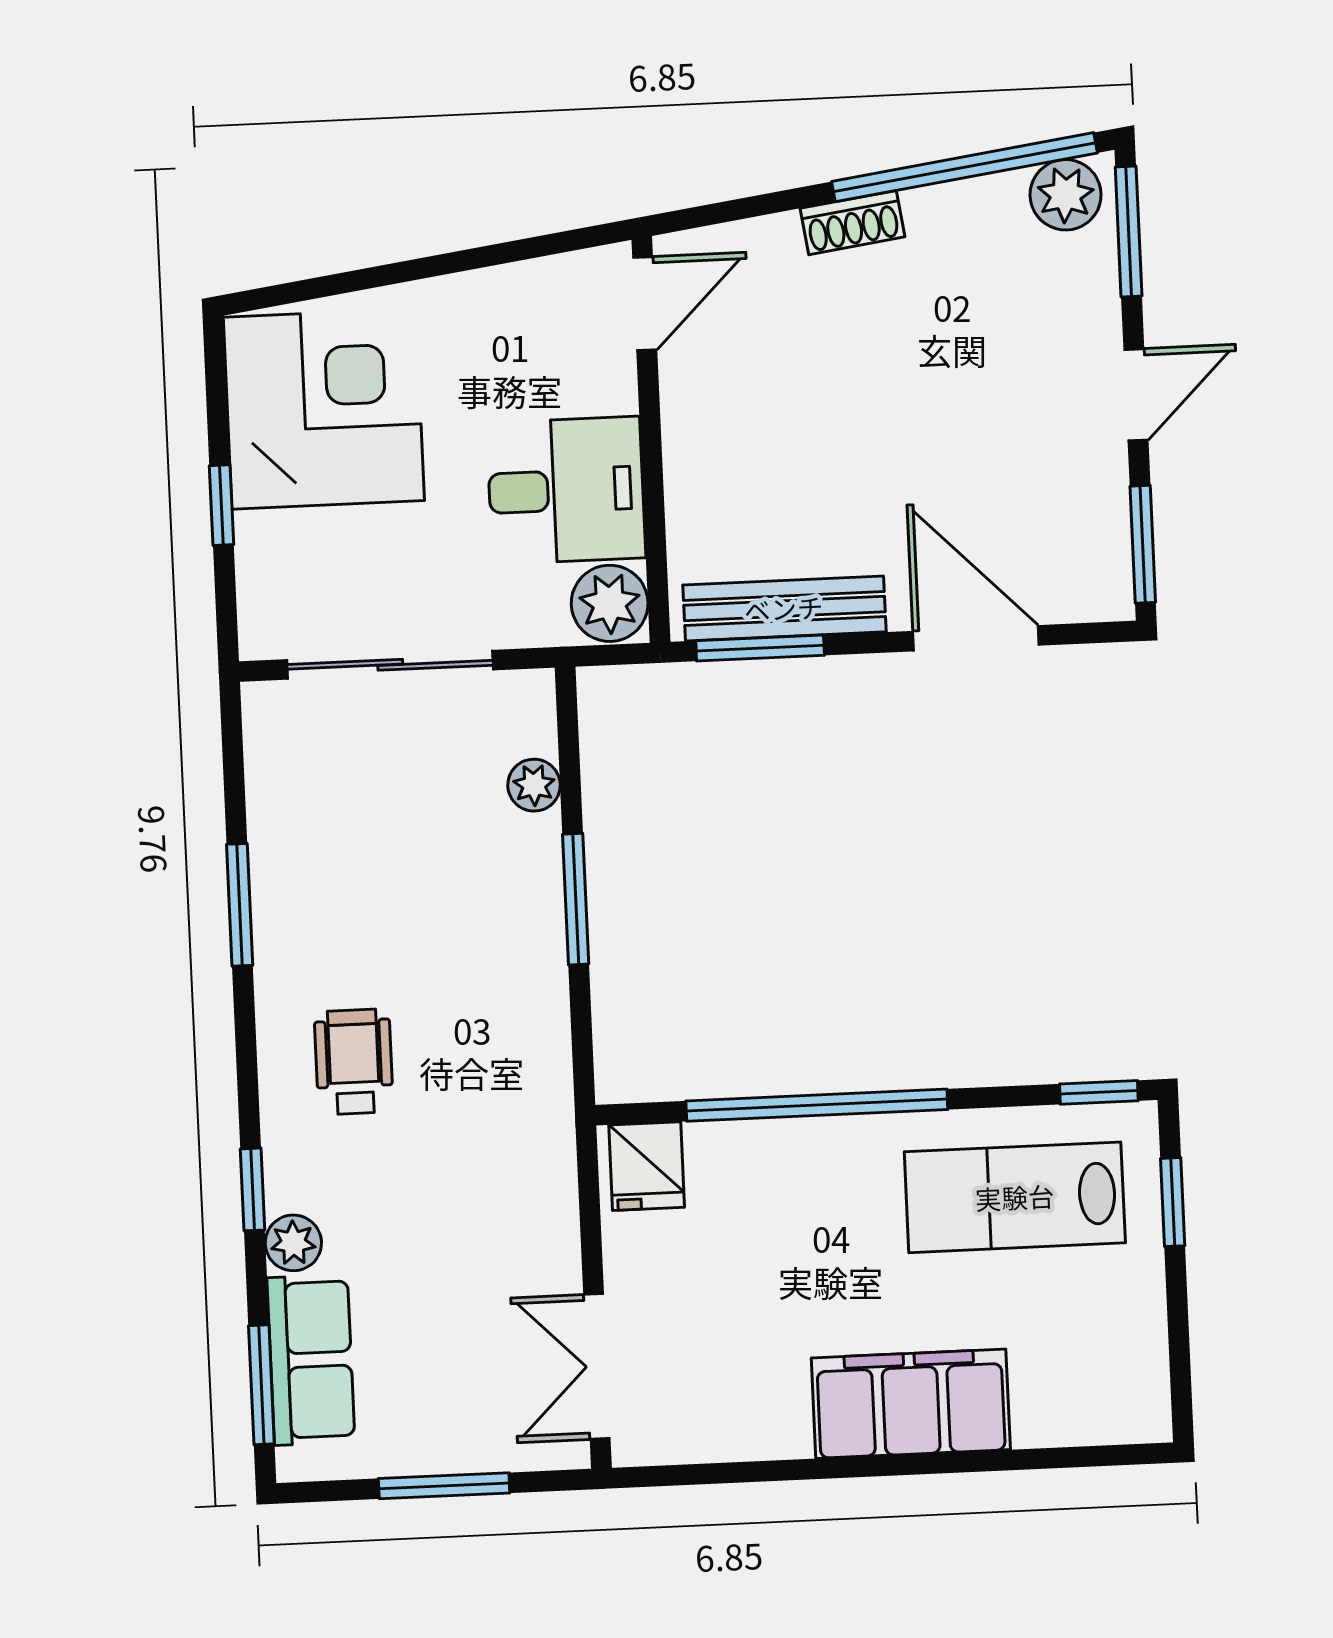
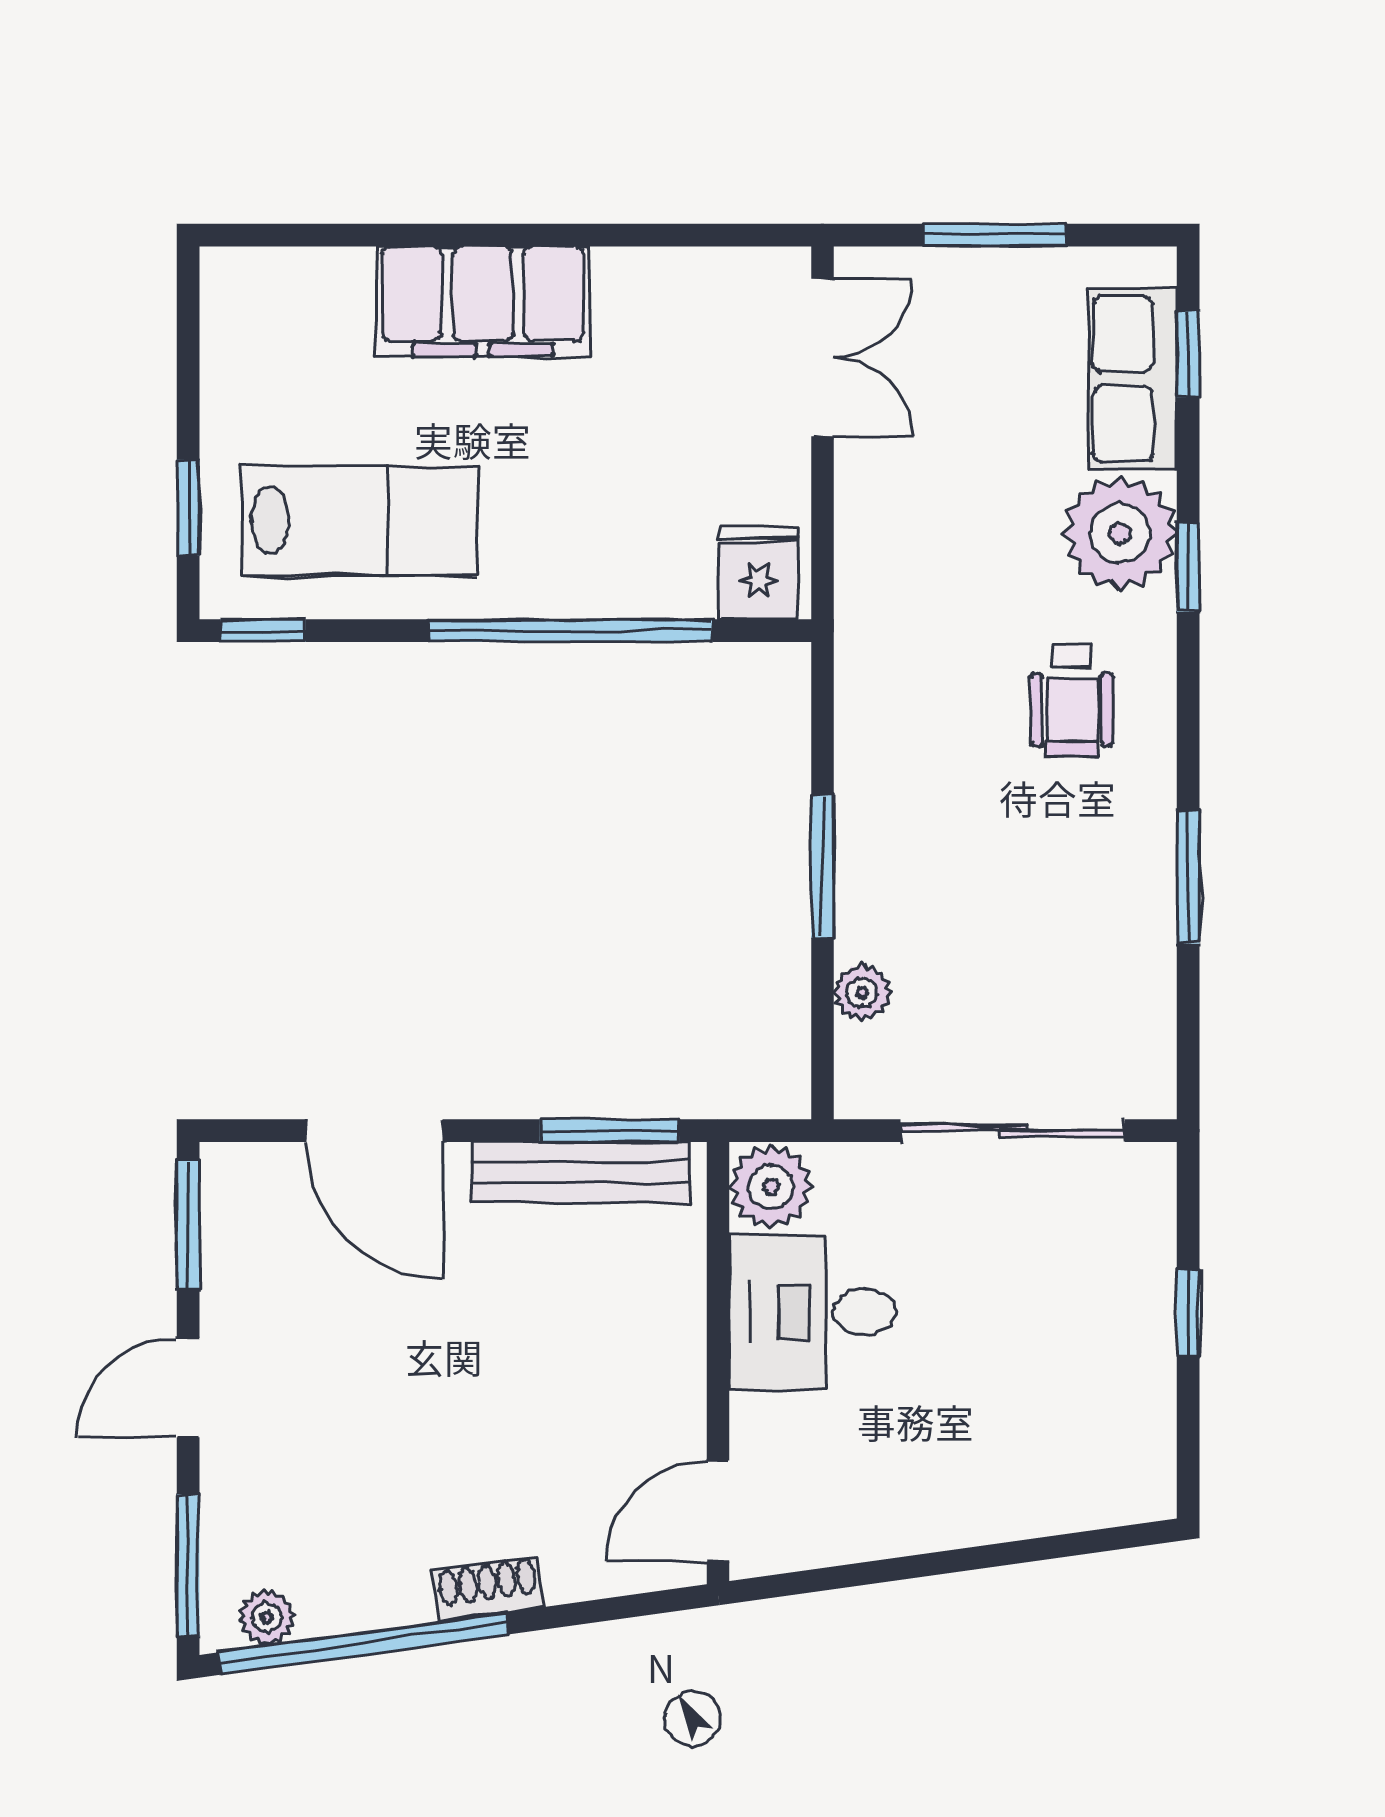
plant: (1066, 195) -> (267, 1617), width x0.73, depth x0.73
corner desk: (324, 409) -> (1072, 1412), removed
plant: (293, 1243) -> (1120, 533), width x1.88, depth x1.88
window: (261, 1385) -> (1188, 354), width x0.67

